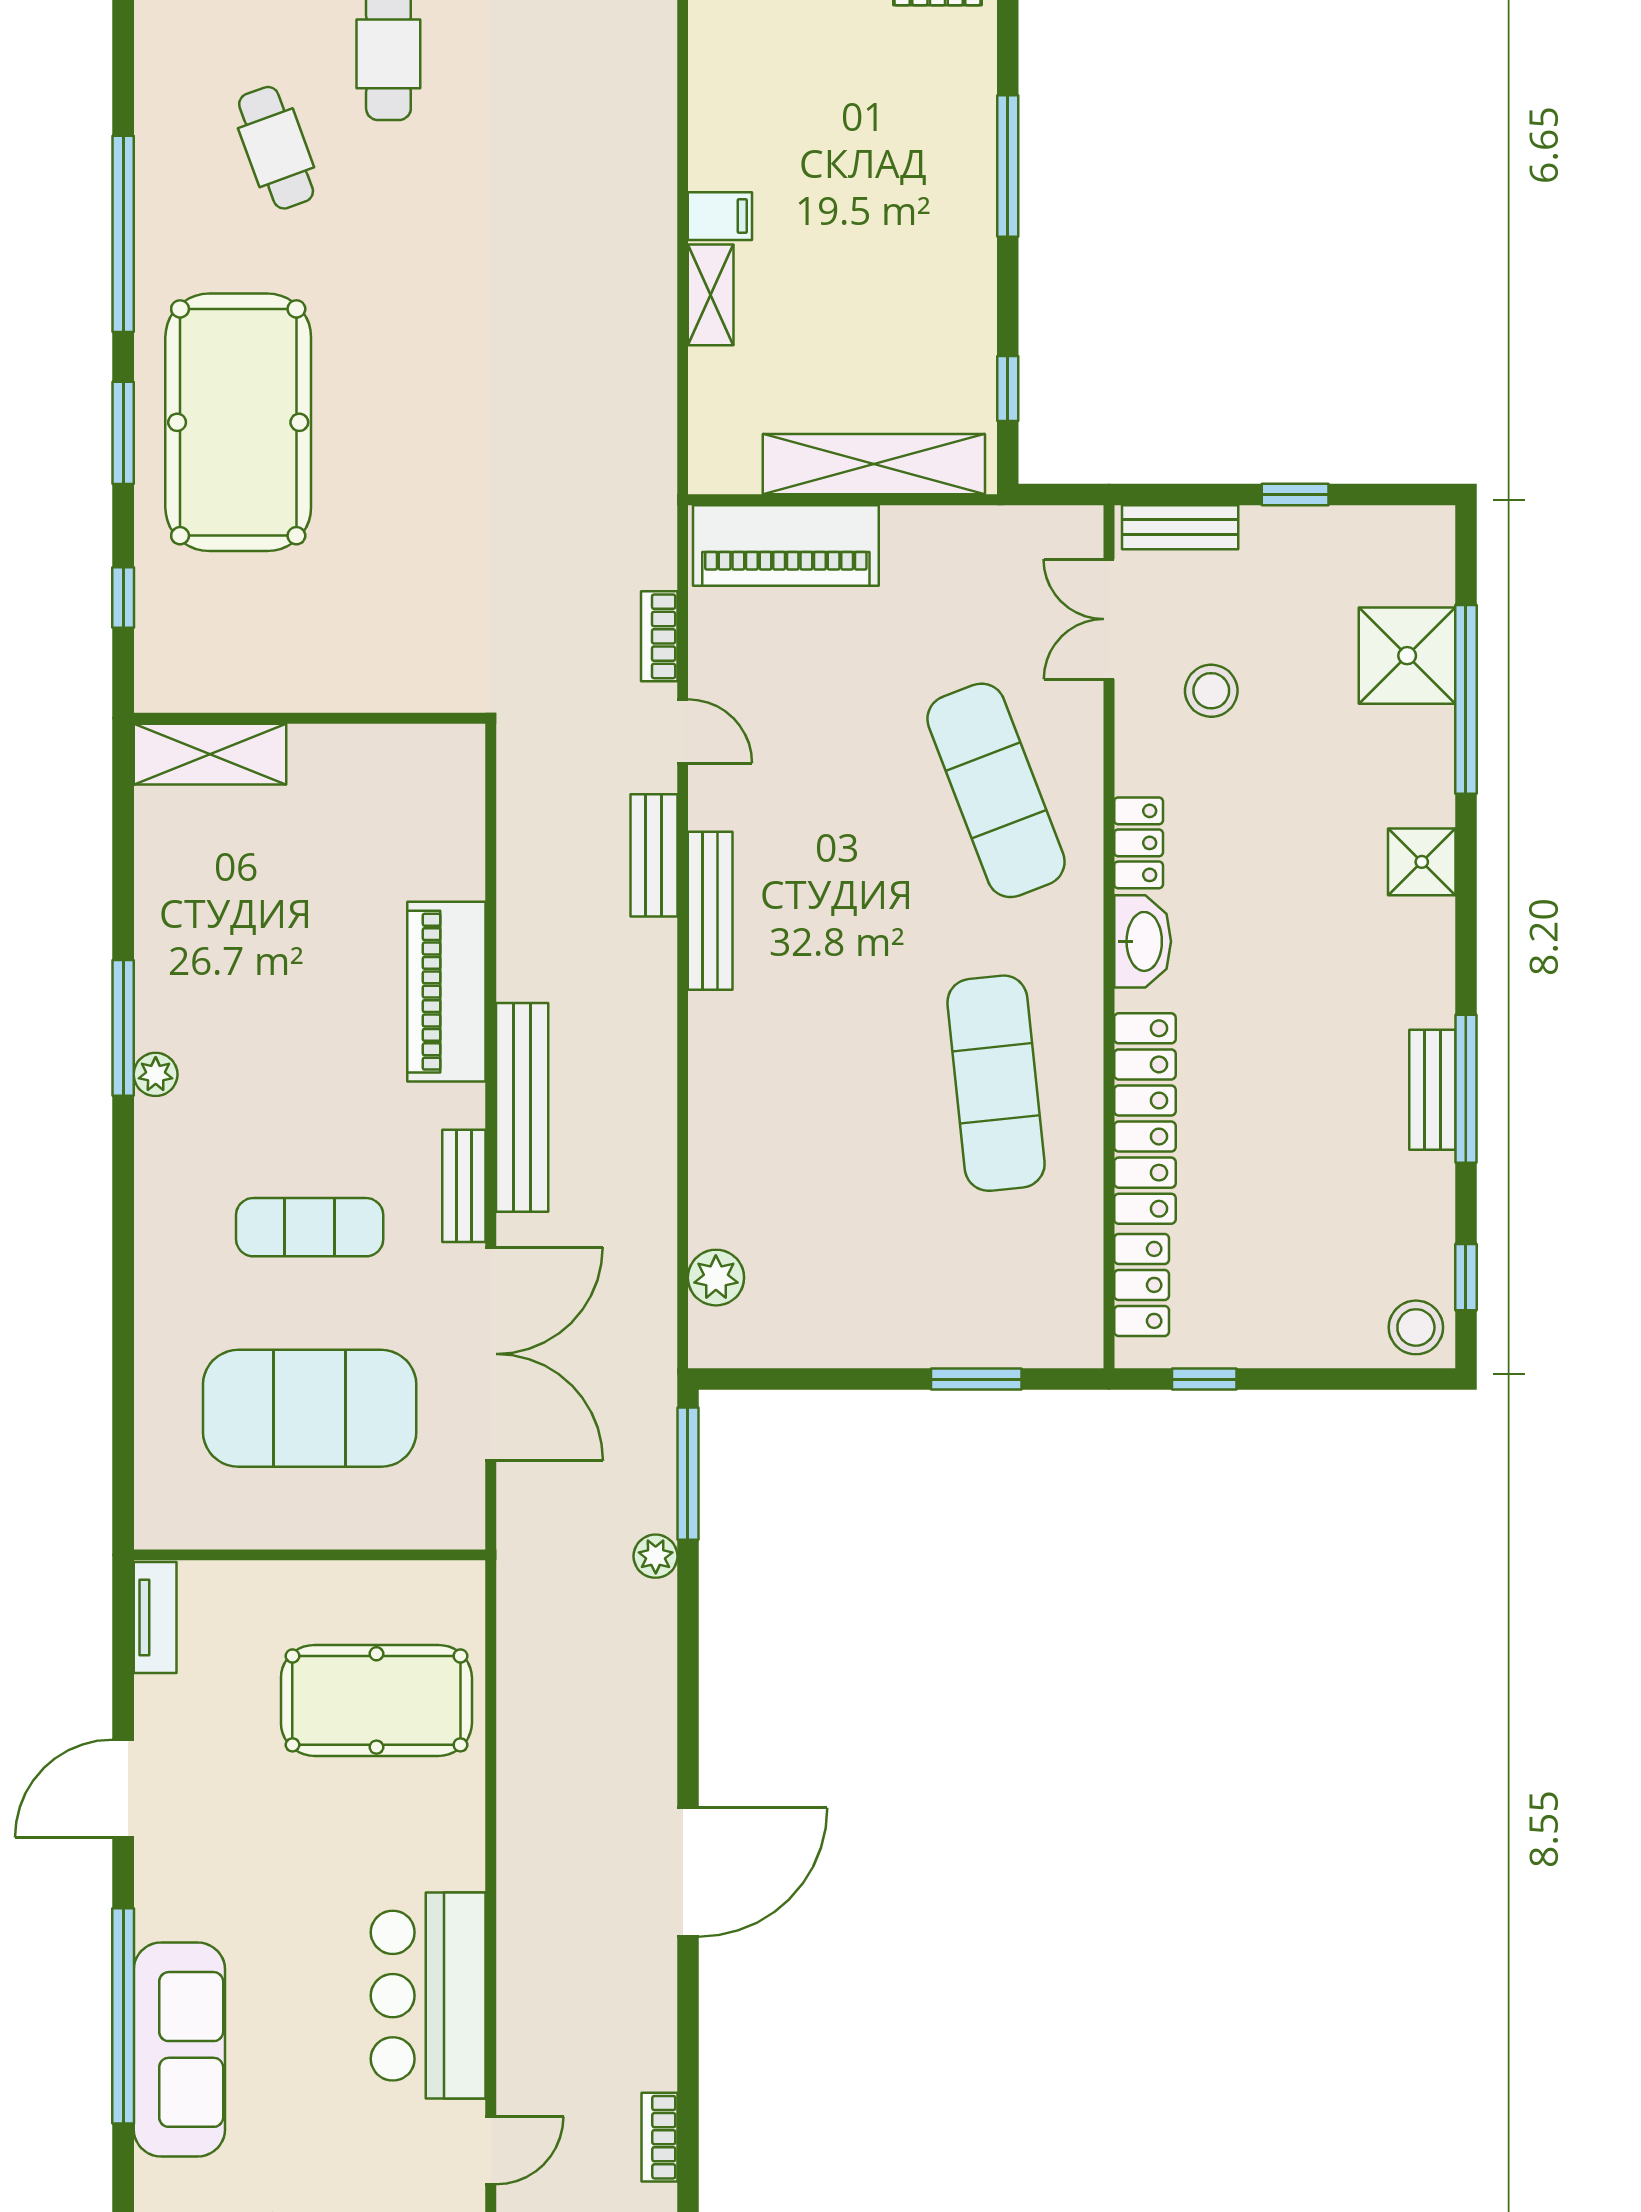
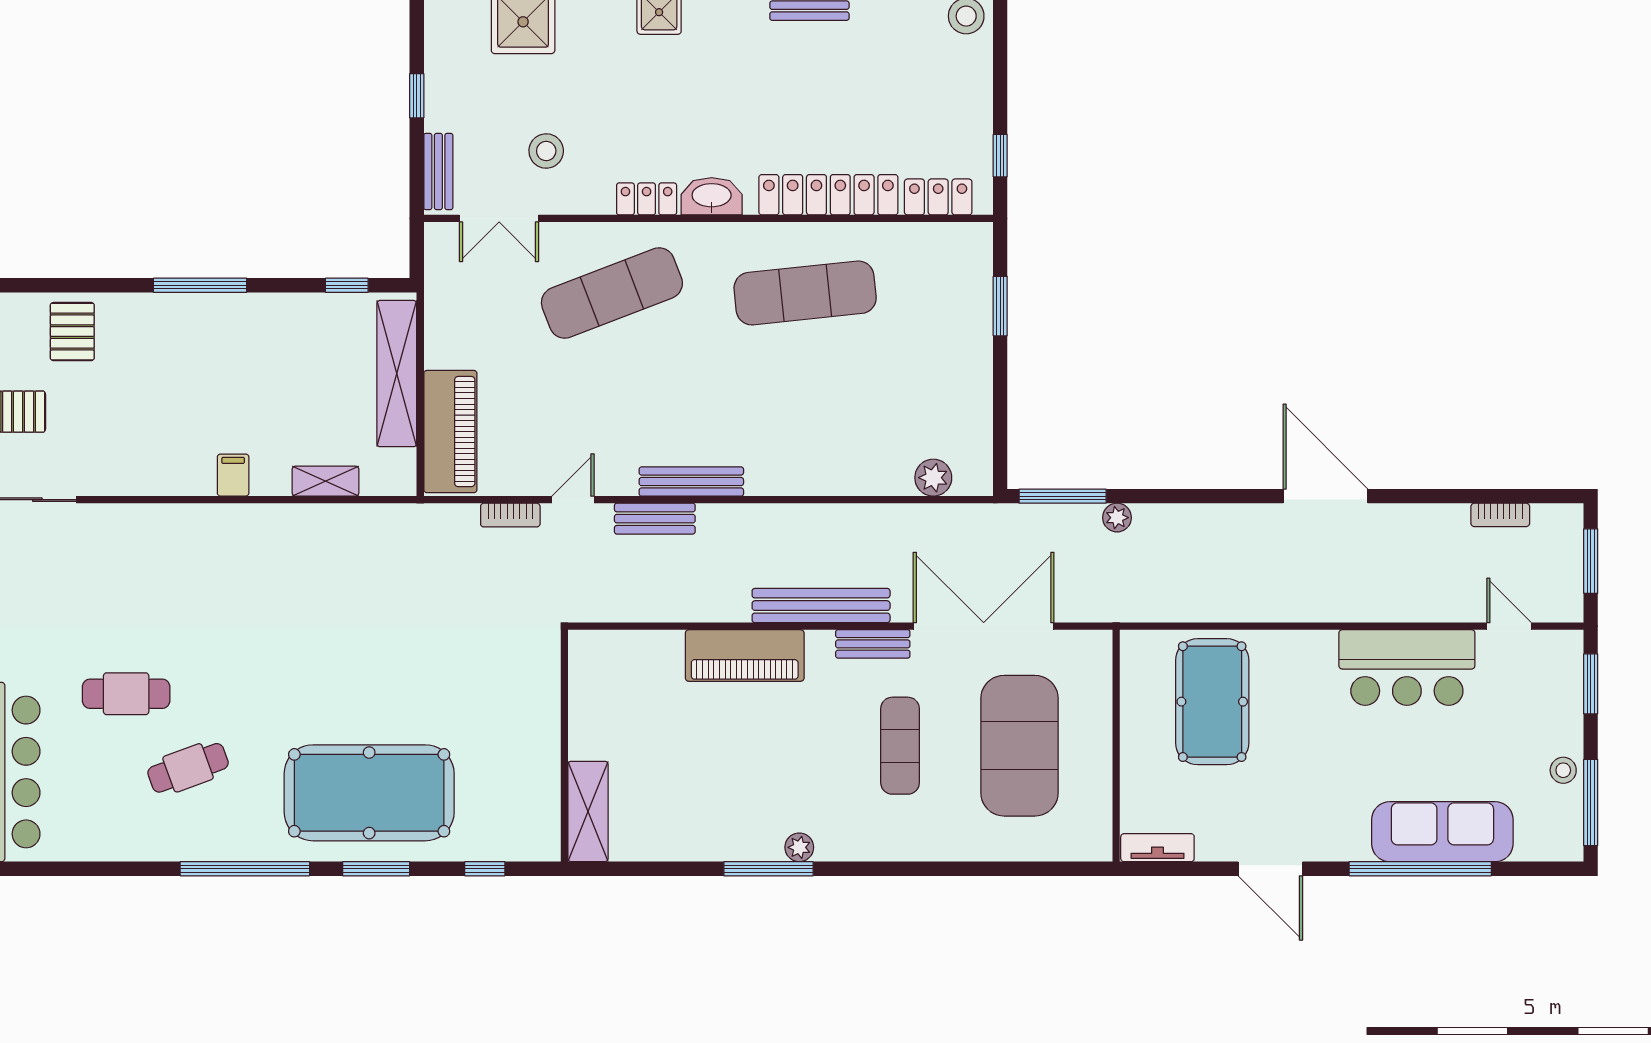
shelving: (711, 295) -> (326, 481), moved

